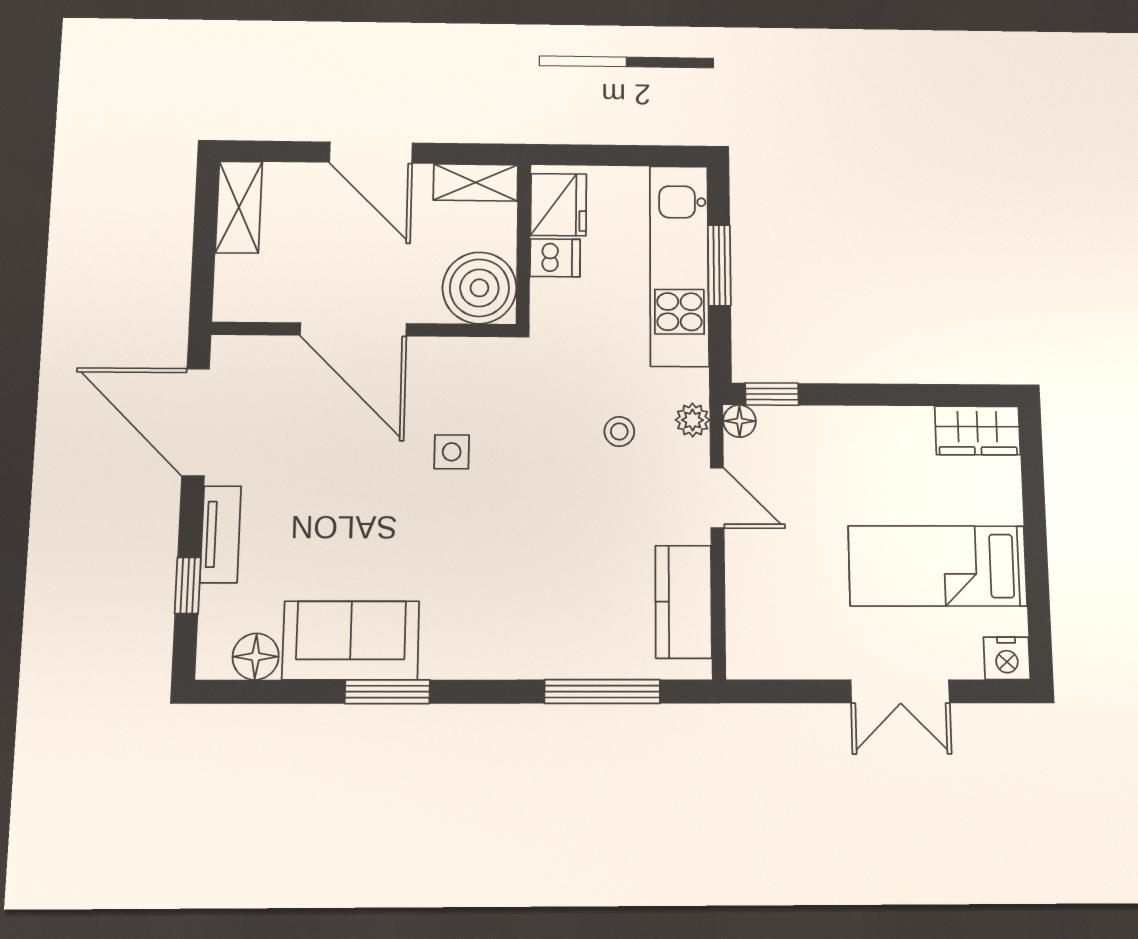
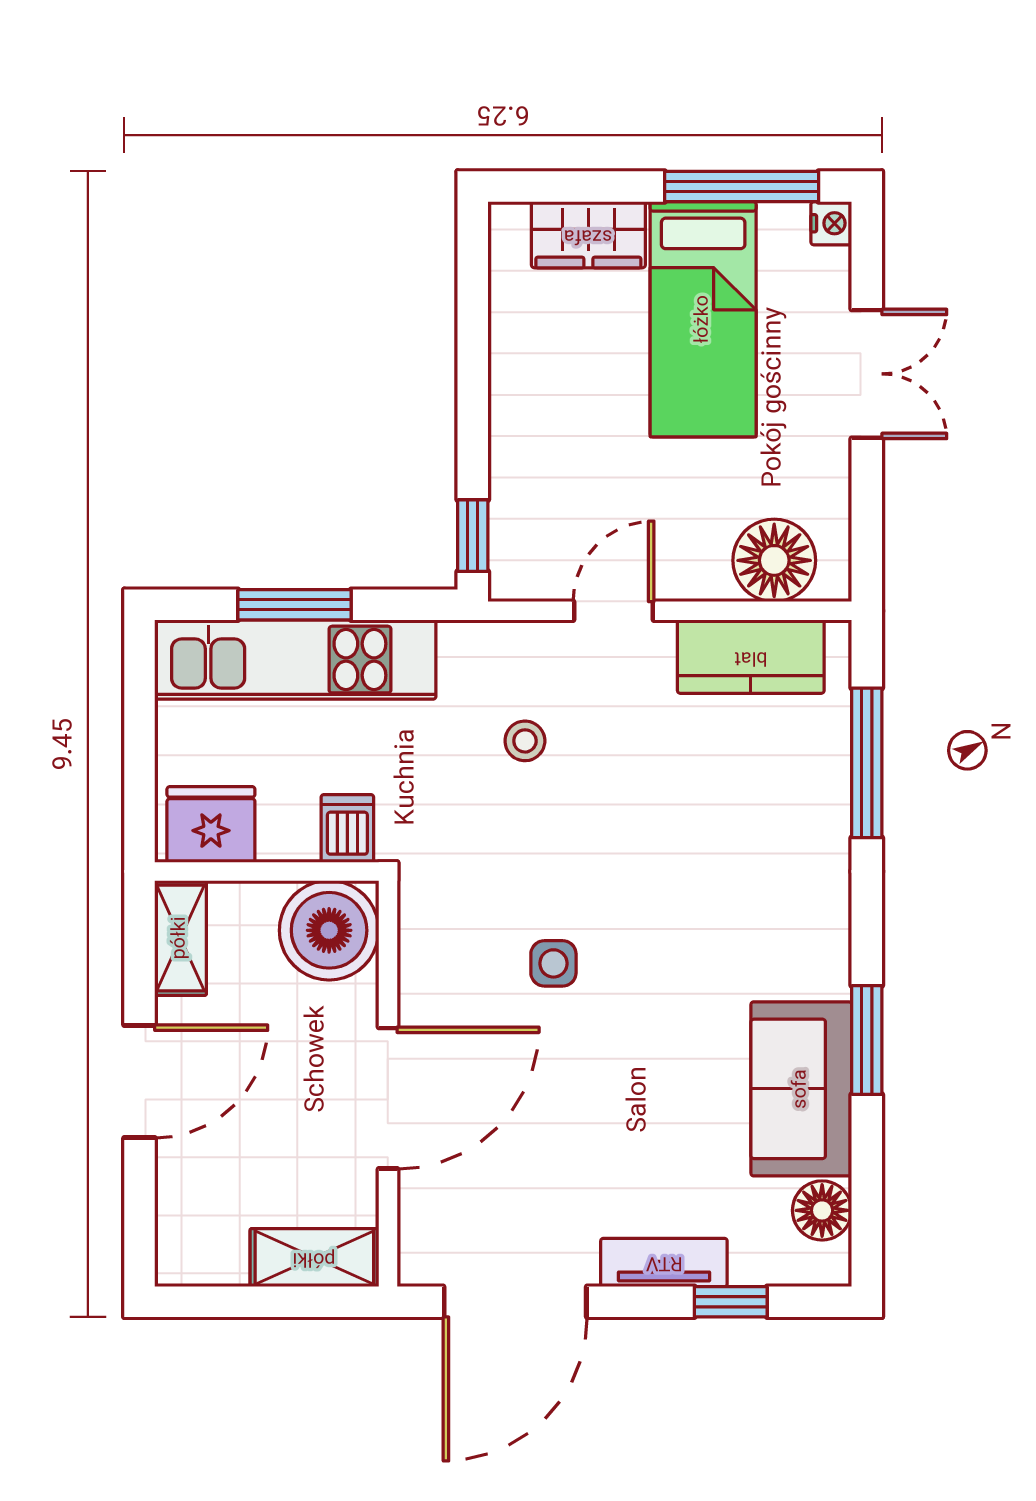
shelving: (239, 207) -> (314, 1258), moved
dishwasher: (555, 258) -> (347, 828), moved
plant: (693, 420) -> (509, 643), removed
floor lamp: (739, 421) -> (774, 560), moved, width x1.89, depth x1.89
wardrobe: (977, 430) -> (588, 235), moved, turned 90
window: (1038, 595) -> (742, 187), added
nightstand: (1007, 658) -> (831, 223), width x0.72, depth x0.74

